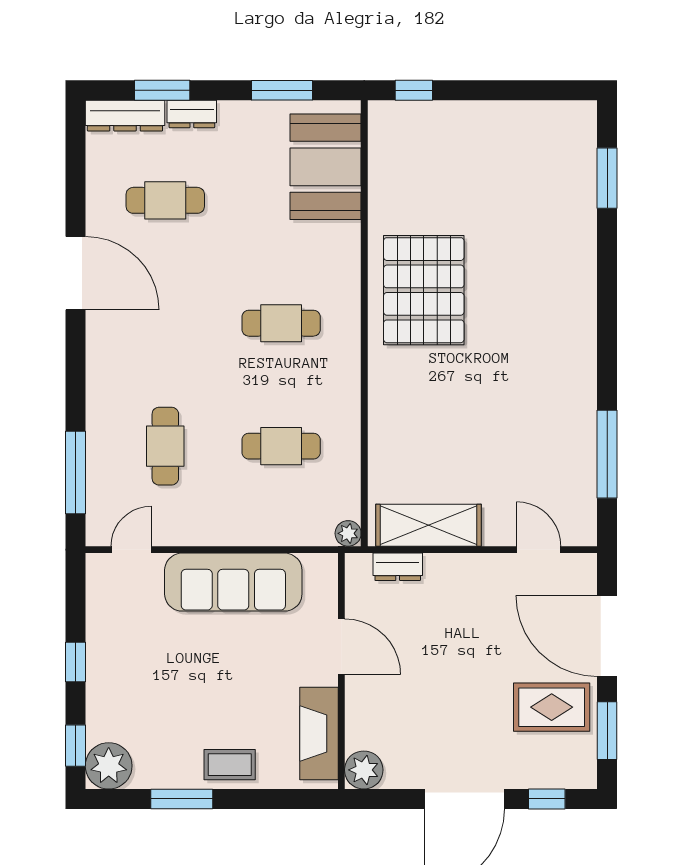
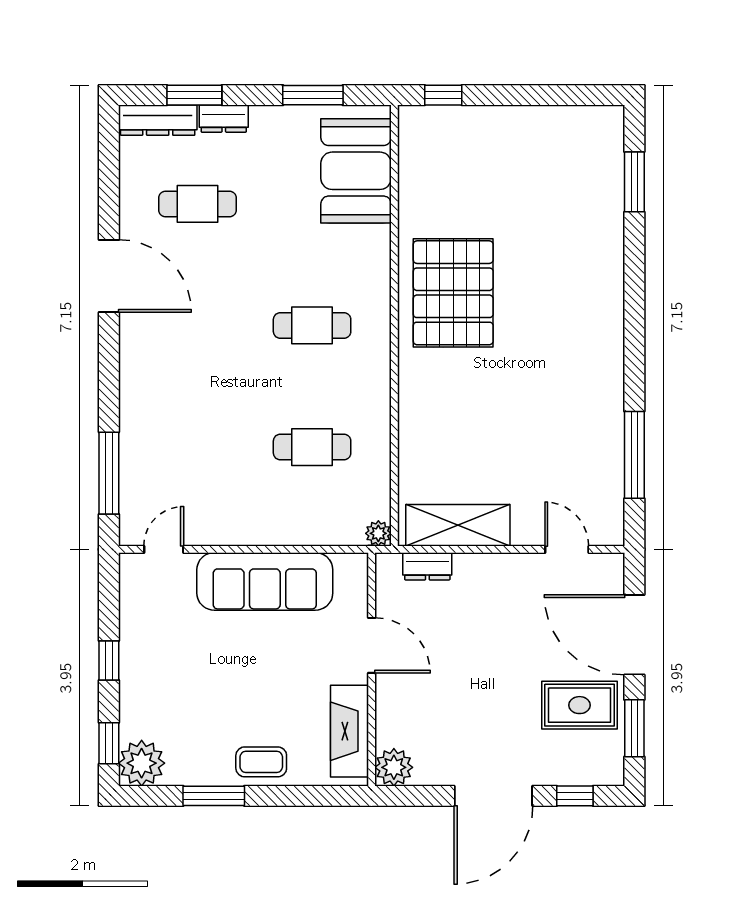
cafe table: (165, 446) -> (198, 447), removed

